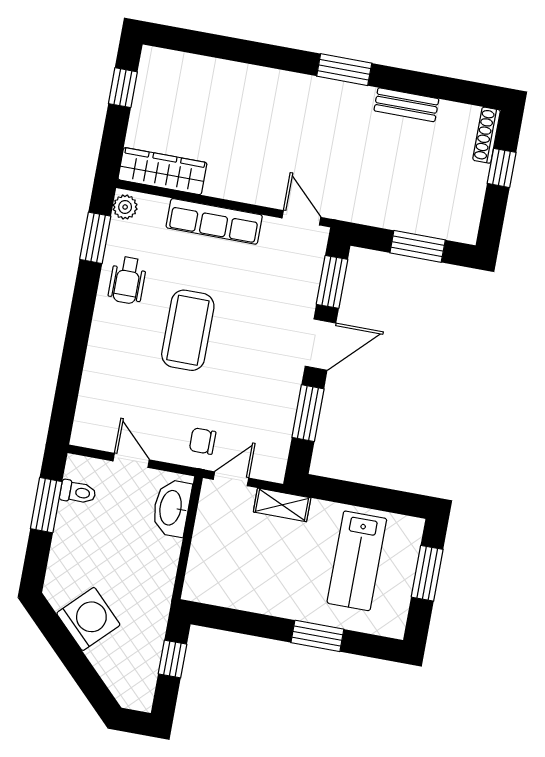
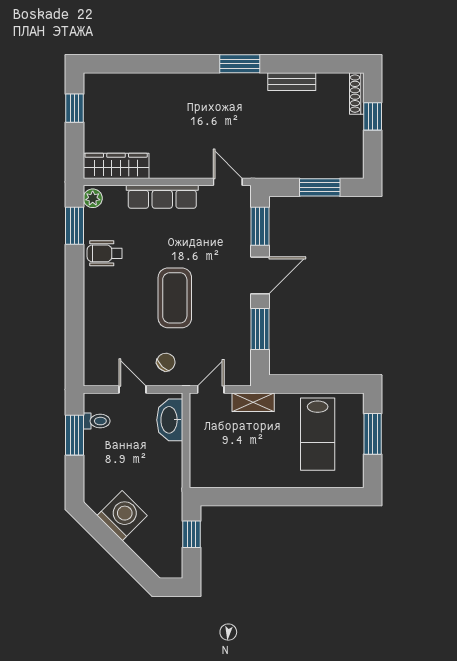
wheelchair: (127, 280) -> (105, 253), turned 90
coffee table: (188, 330) -> (175, 298), moved
chair: (203, 441) -> (166, 362), moved, turned 134
window: (317, 636) -> (298, 497), removed

